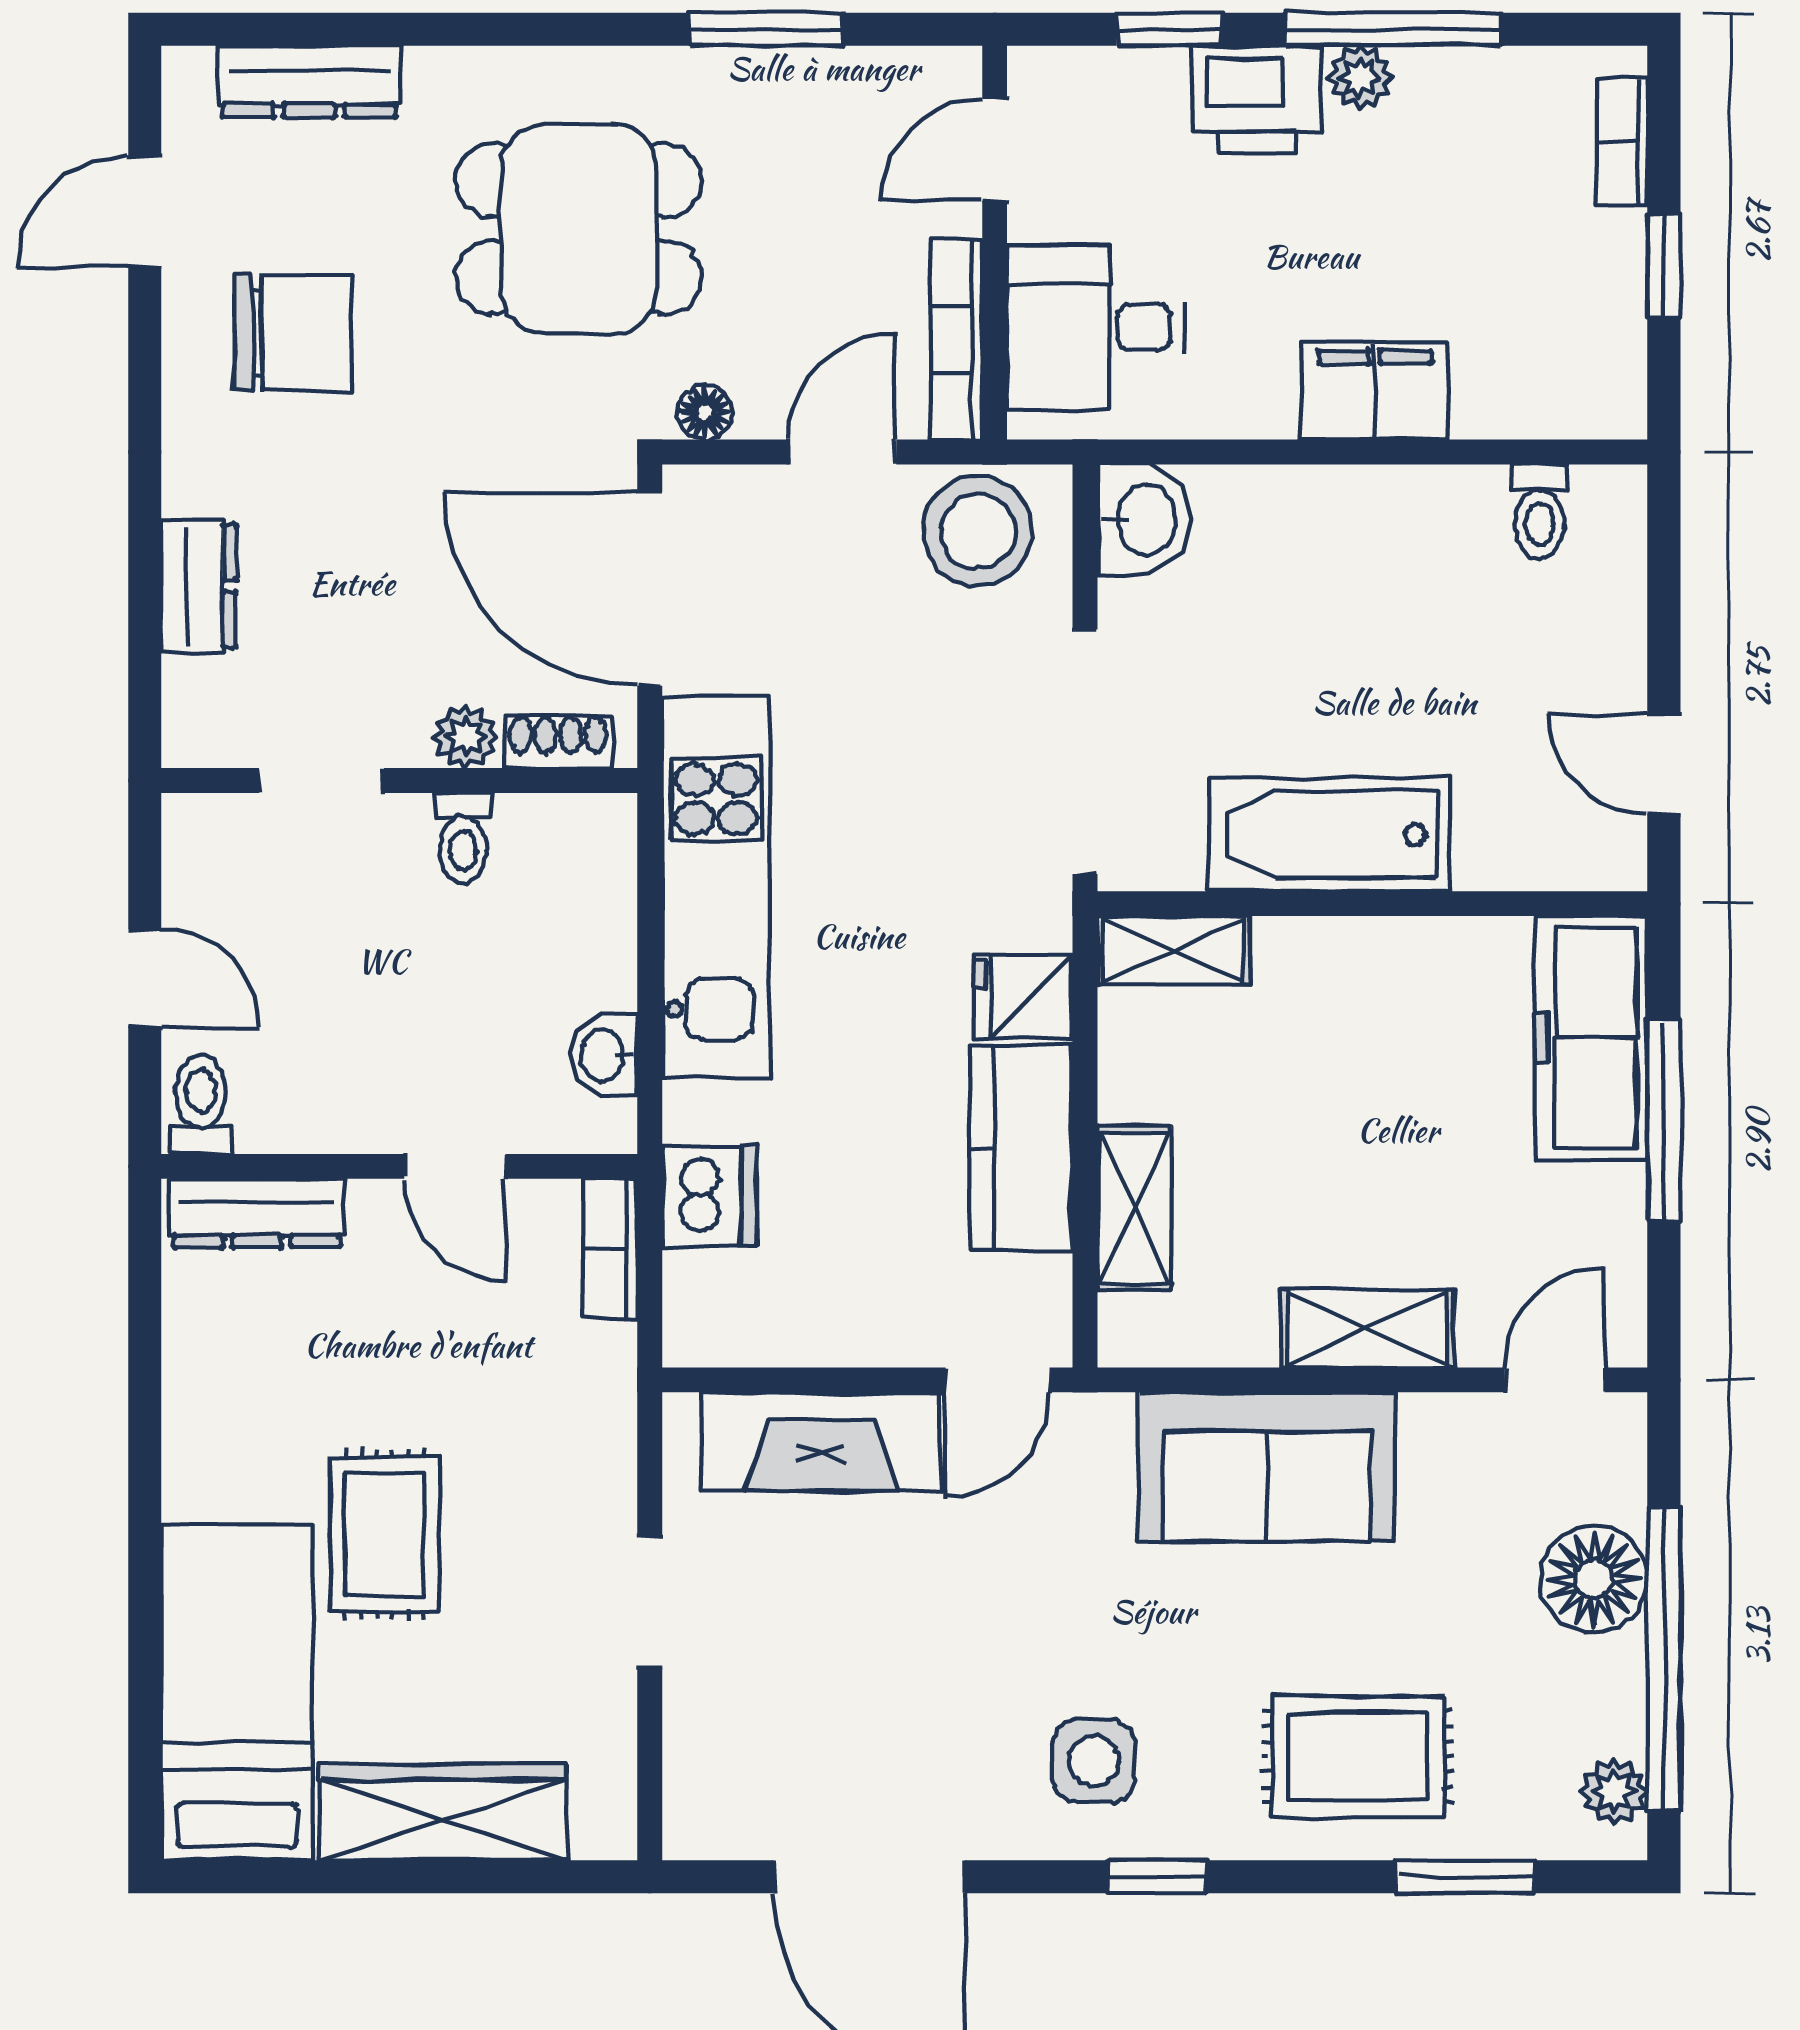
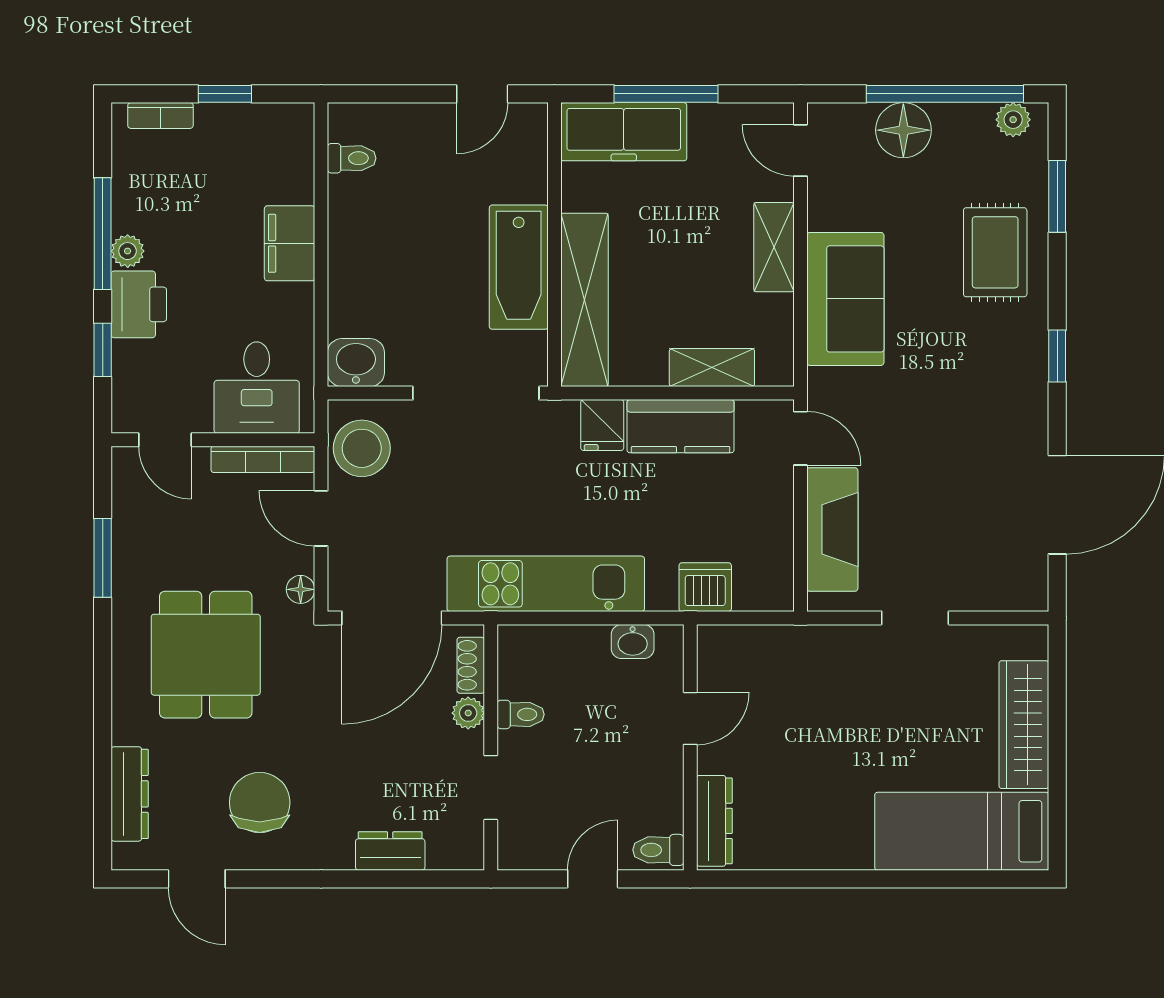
shelving: (1174, 950) -> (584, 300), width x2.20, depth x1.33
bookcase: (610, 1248) -> (732, 639), removed
rug: (385, 1534) -> (880, 755), removed
side table: (1094, 1761) -> (998, 389), removed

